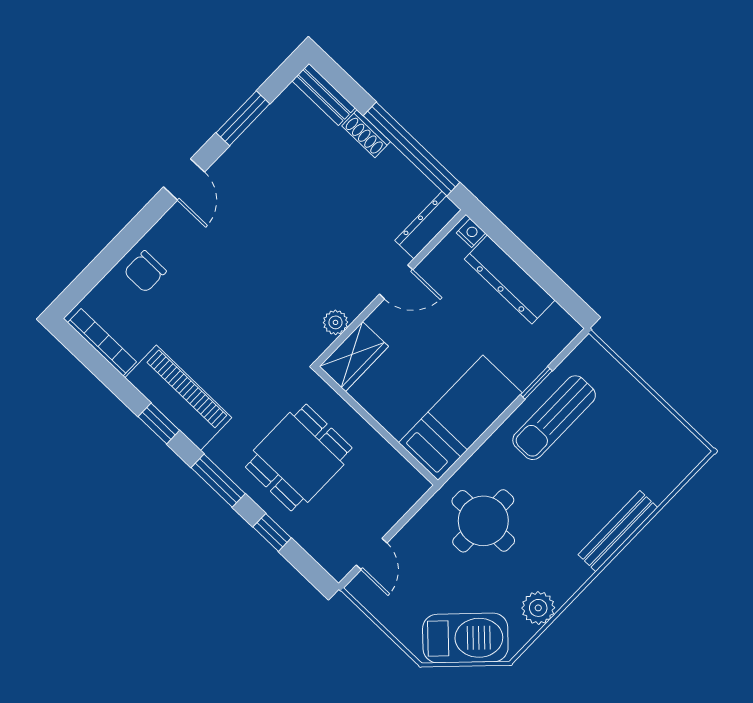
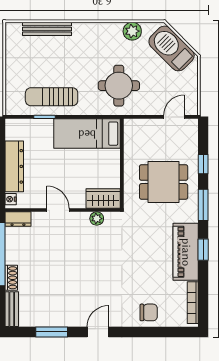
dresser: (428, 225) -> (18, 219), width x0.70
sun lounger: (554, 418) -> (52, 97), turned 180
bench: (618, 531) -> (47, 29), moved

